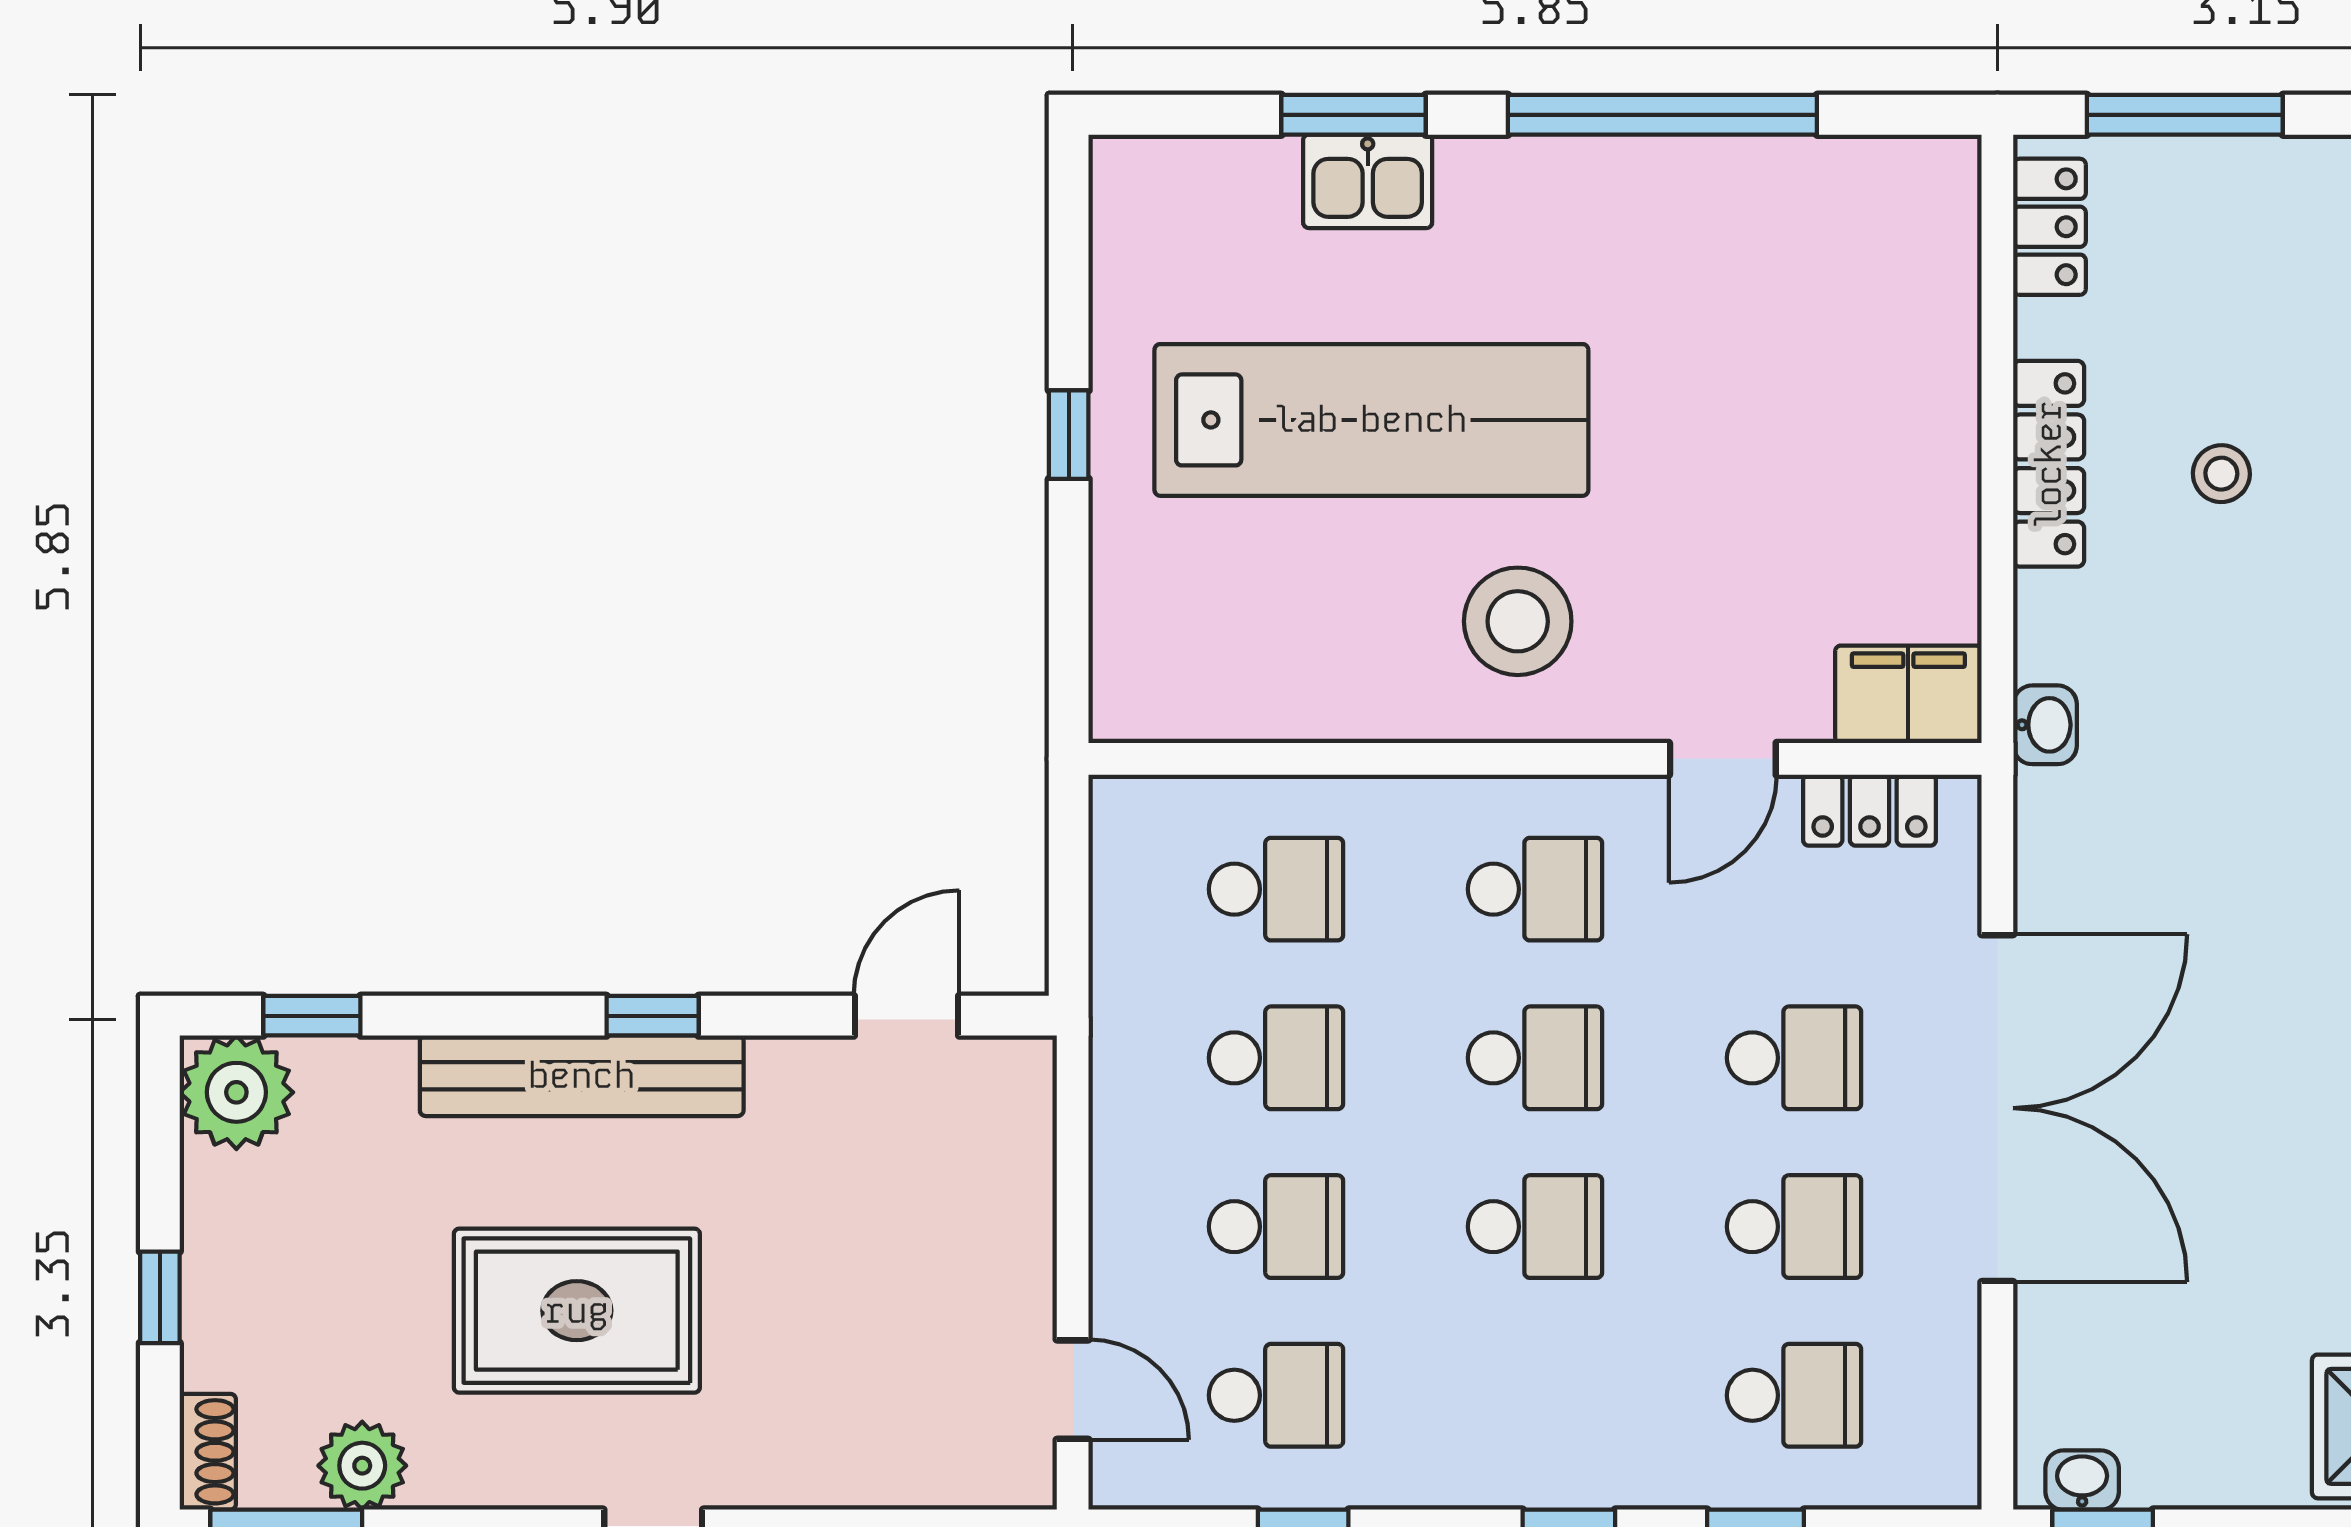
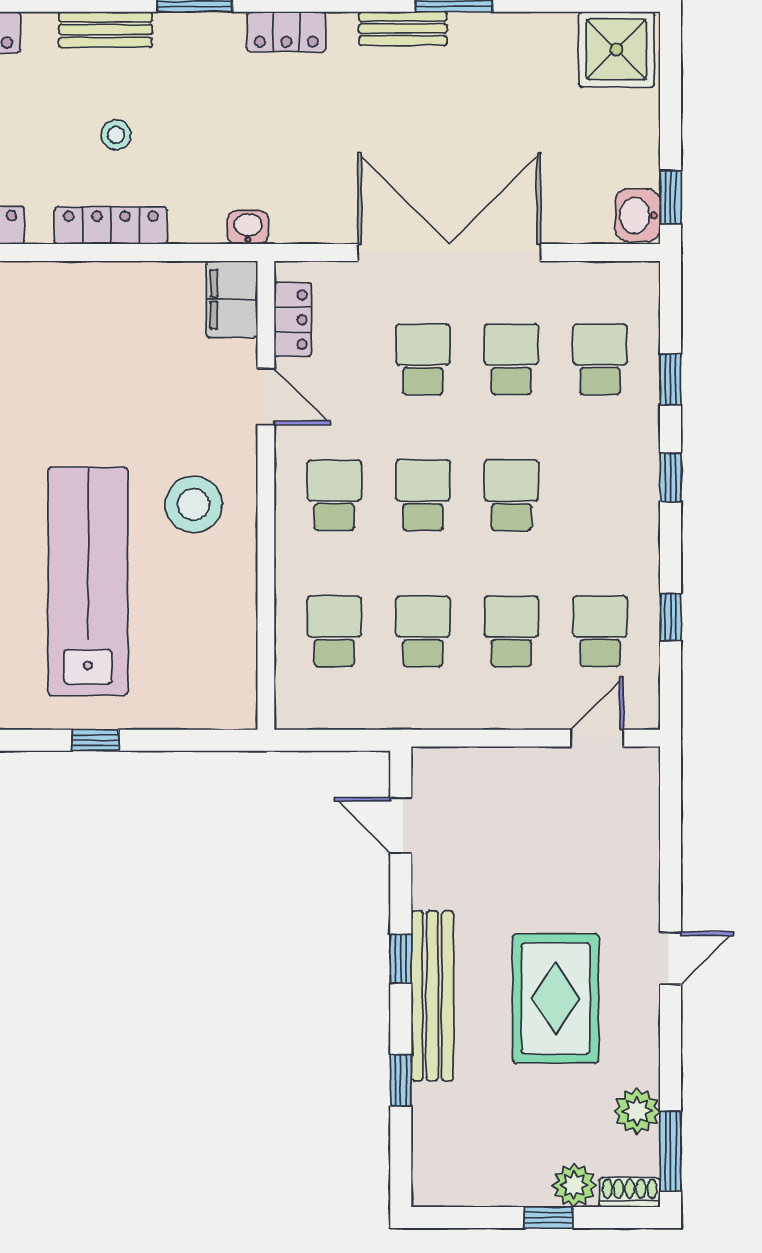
window: (312, 1016) -> (401, 1080), moved
plant: (236, 1092) -> (574, 1185), moved, width x0.73, depth x0.73
washbasin: (2082, 1480) -> (638, 215), width x1.38, depth x1.45

